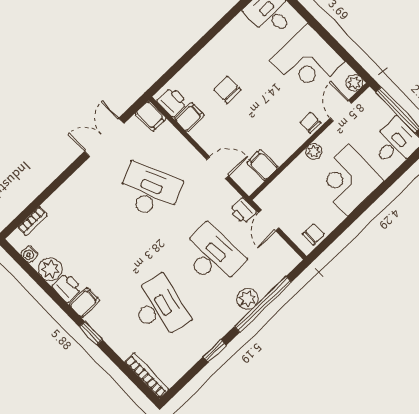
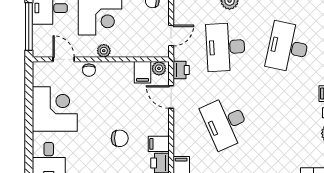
plant: (354, 83) -> (159, 68), moved
chair: (227, 90) -> (120, 138), turned -90
door: (341, 111) -> (64, 59), swing flipped
printer: (243, 211) -> (181, 70), moved

